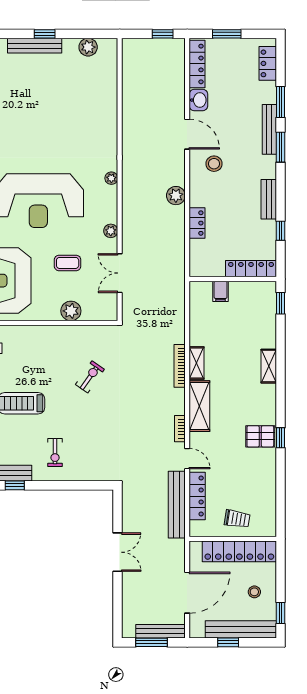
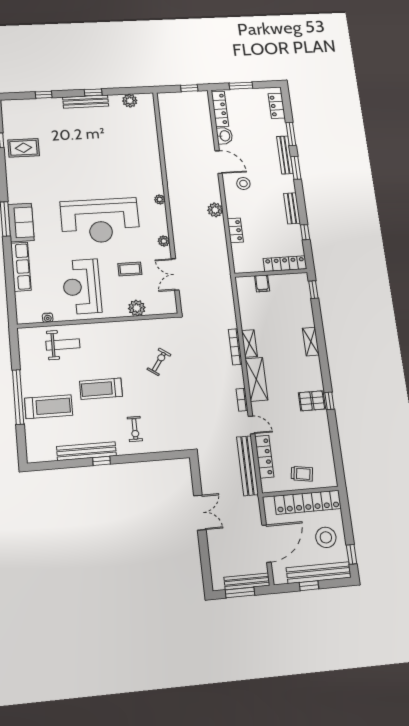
stool: (254, 592) -> (326, 537), width x1.89, depth x1.89

